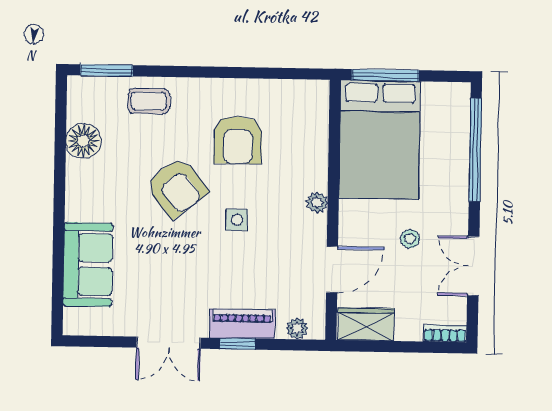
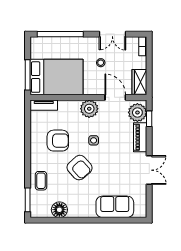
tv unit: (318, 110) -> (44, 105), added
armchair: (177, 187) -> (80, 168), turned 87
plant: (317, 202) -> (89, 109), width x1.88, depth x1.88
plant: (297, 328) -> (137, 113), width x1.88, depth x1.88
window: (237, 344) -> (149, 119), moved

